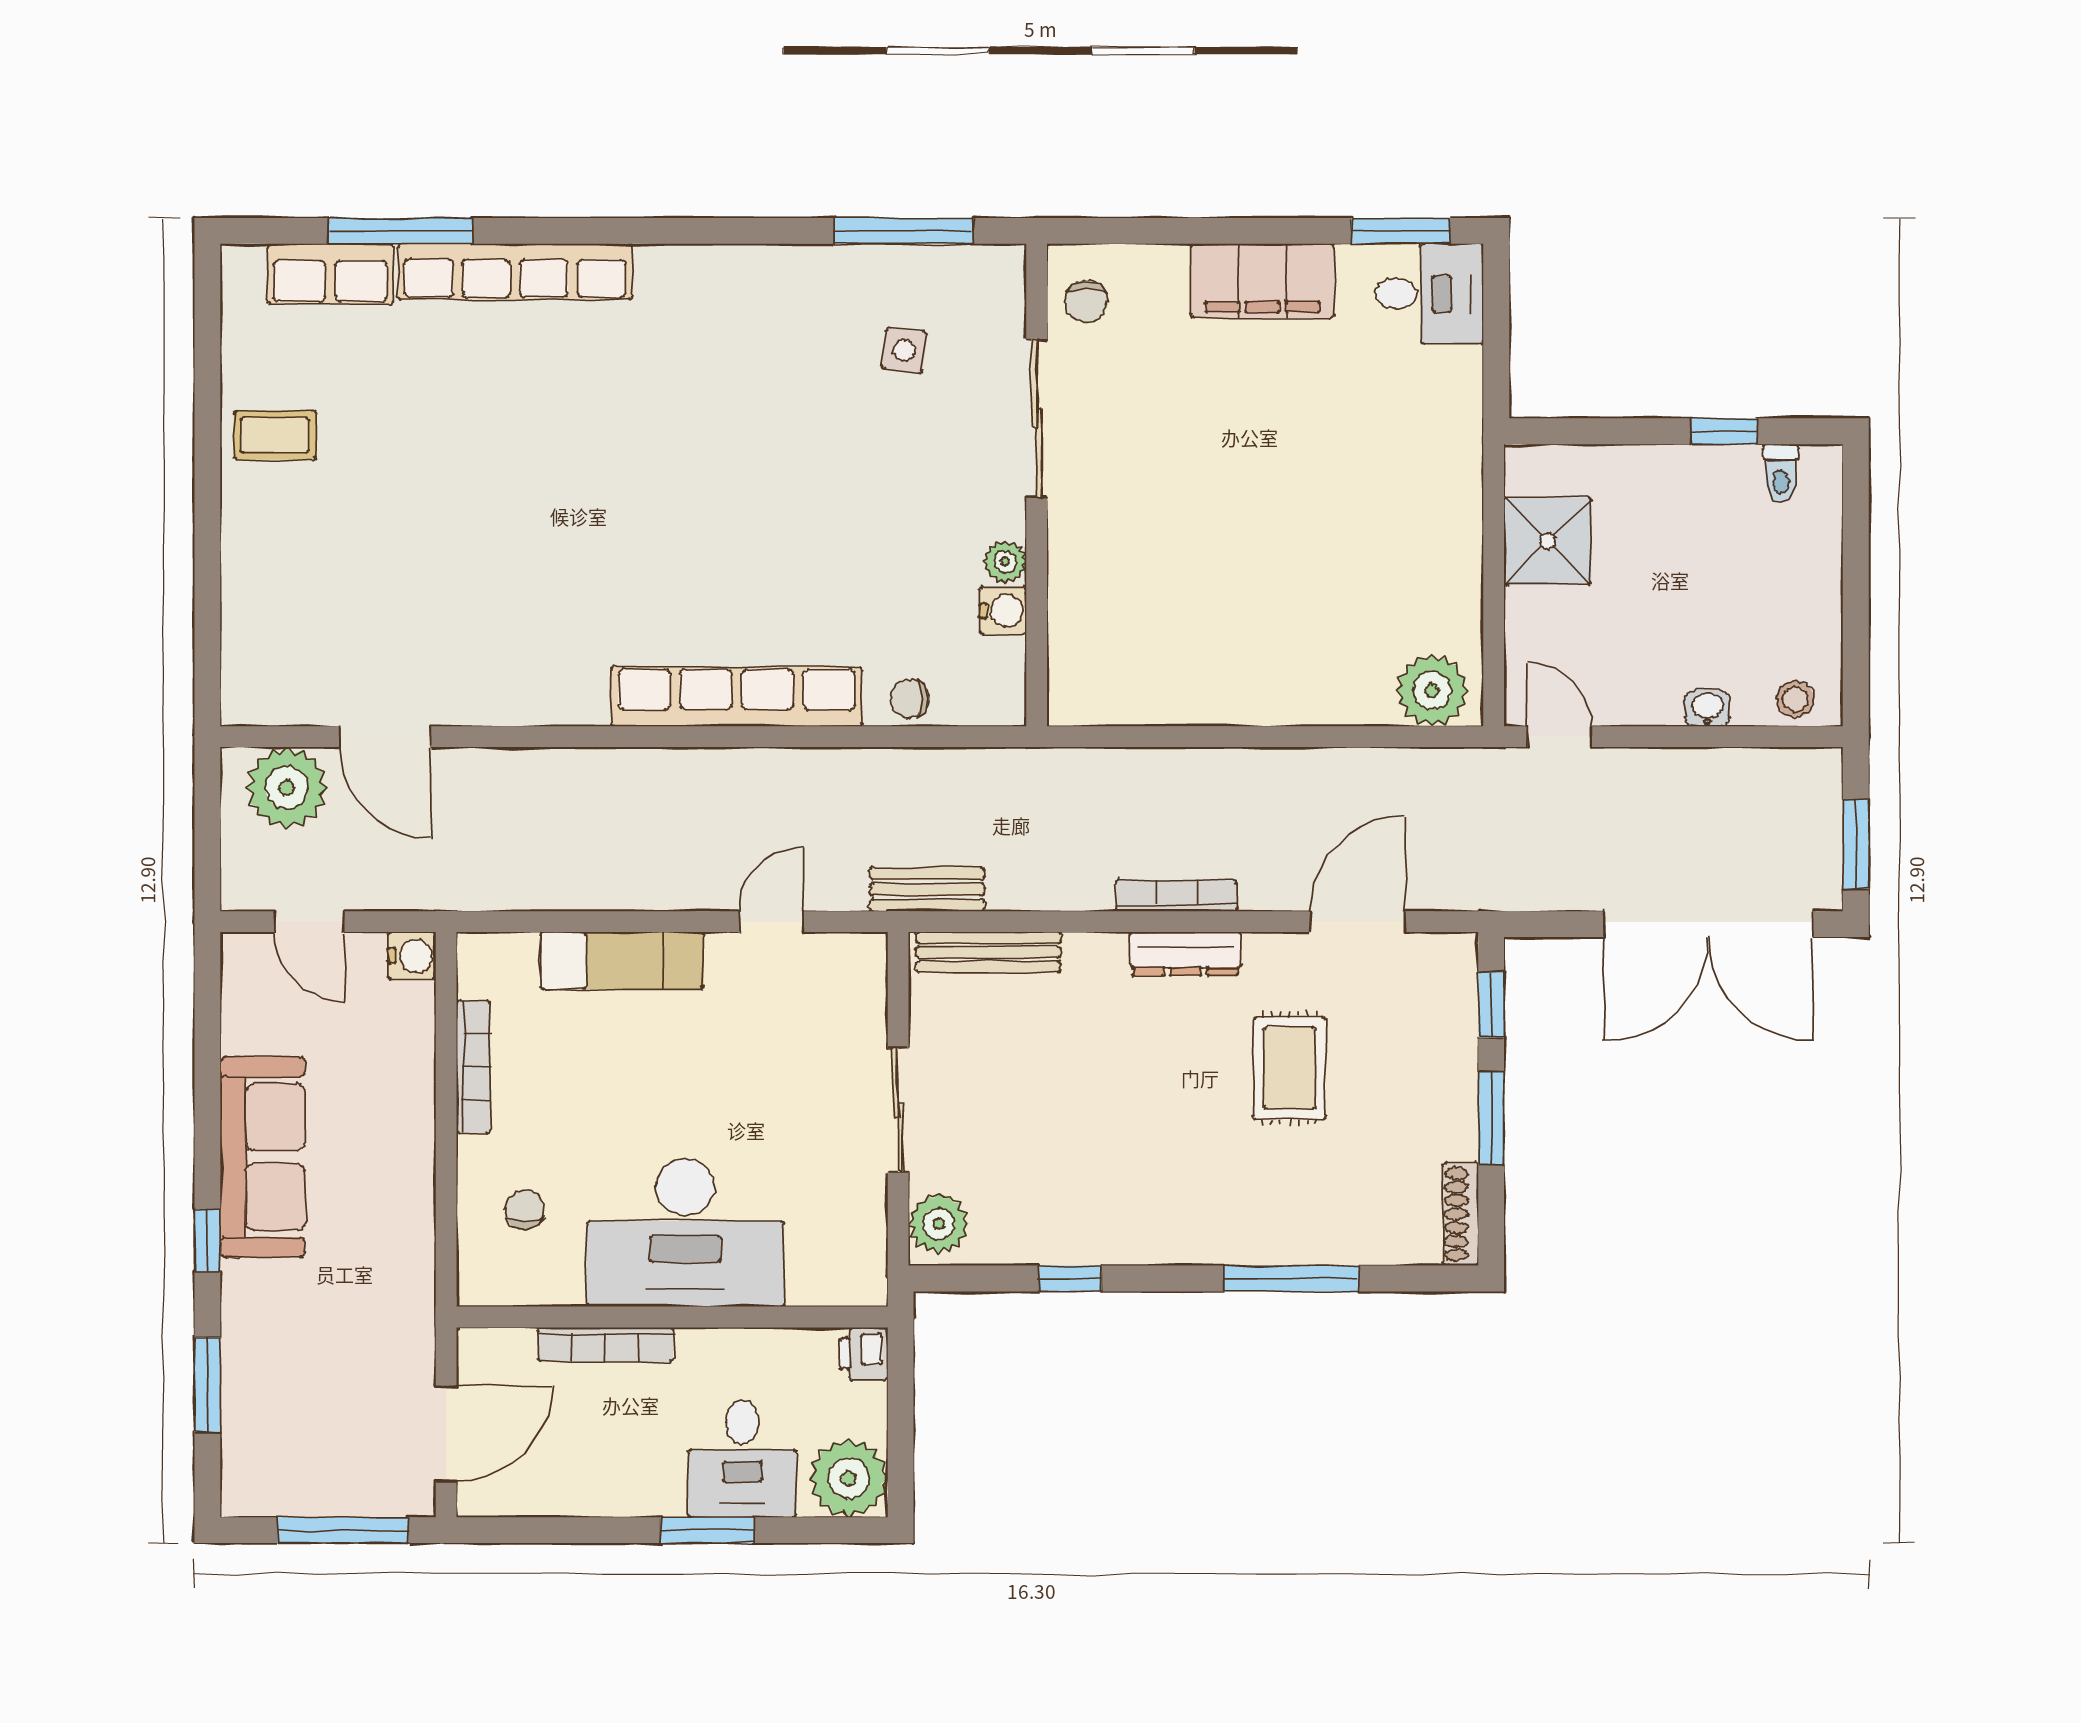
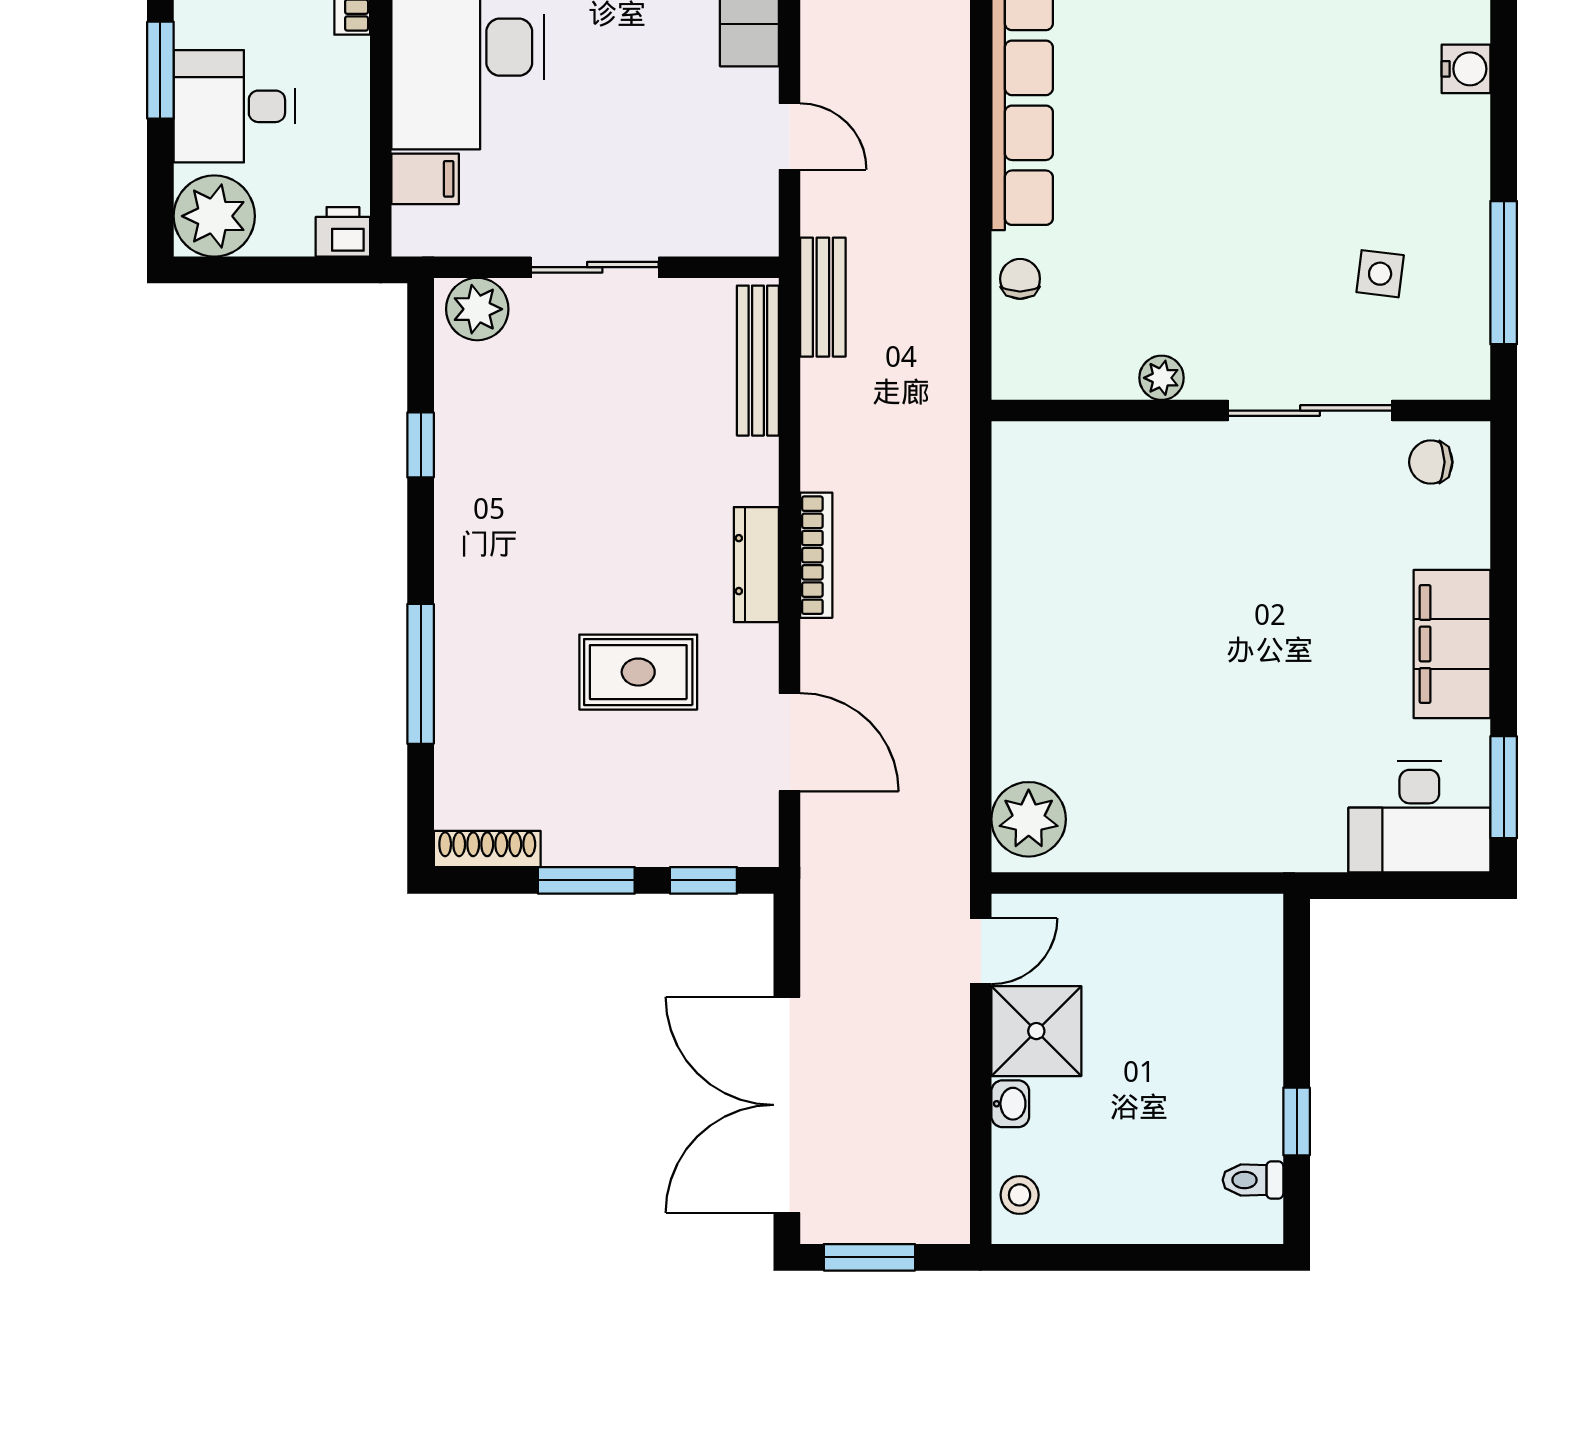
desk: (1430, 294) -> (1419, 817), width x1.37
shower: (1547, 541) -> (1036, 1031), moved
water cooler: (1003, 611) -> (1466, 69), moved, turned -90
filing cabinet: (813, 1274) -> (425, 179), added

